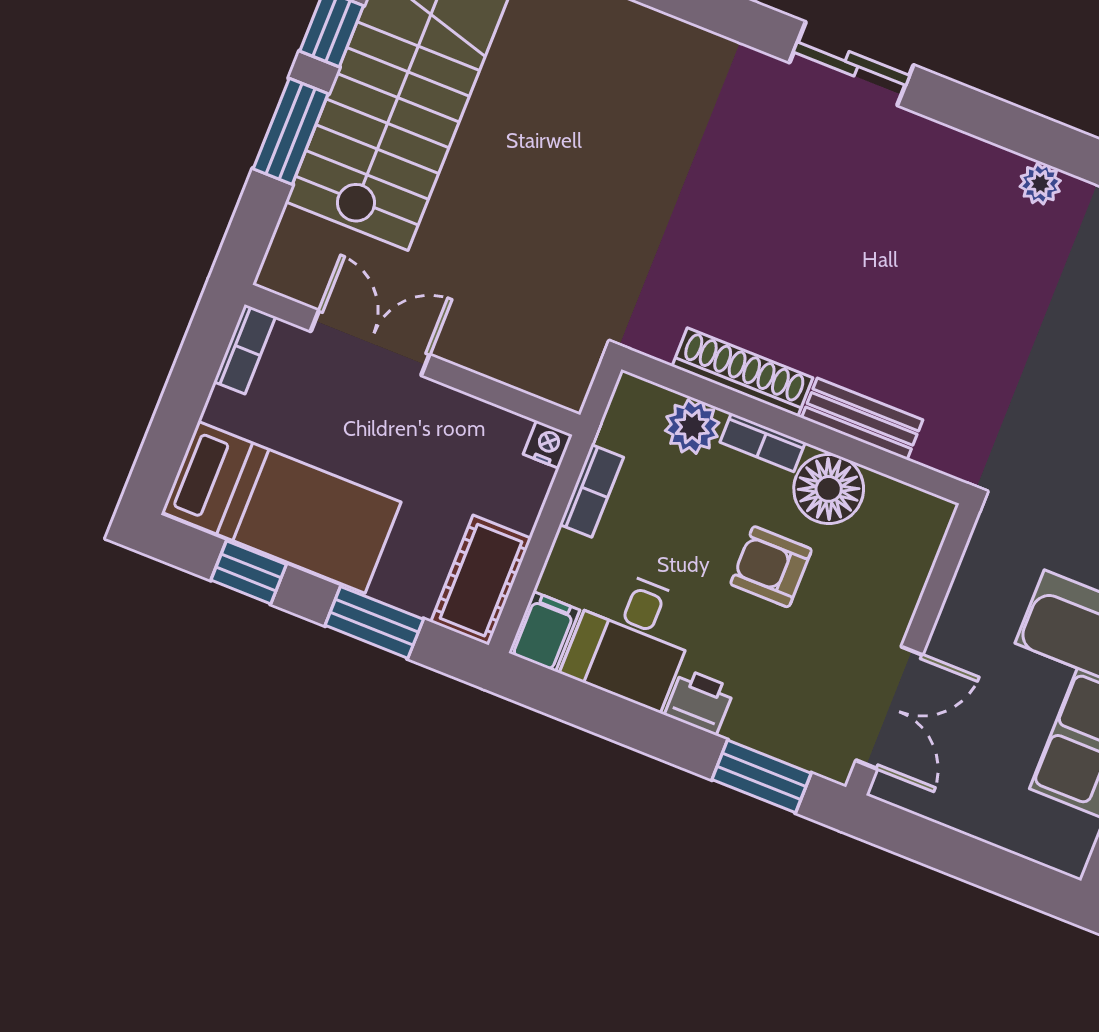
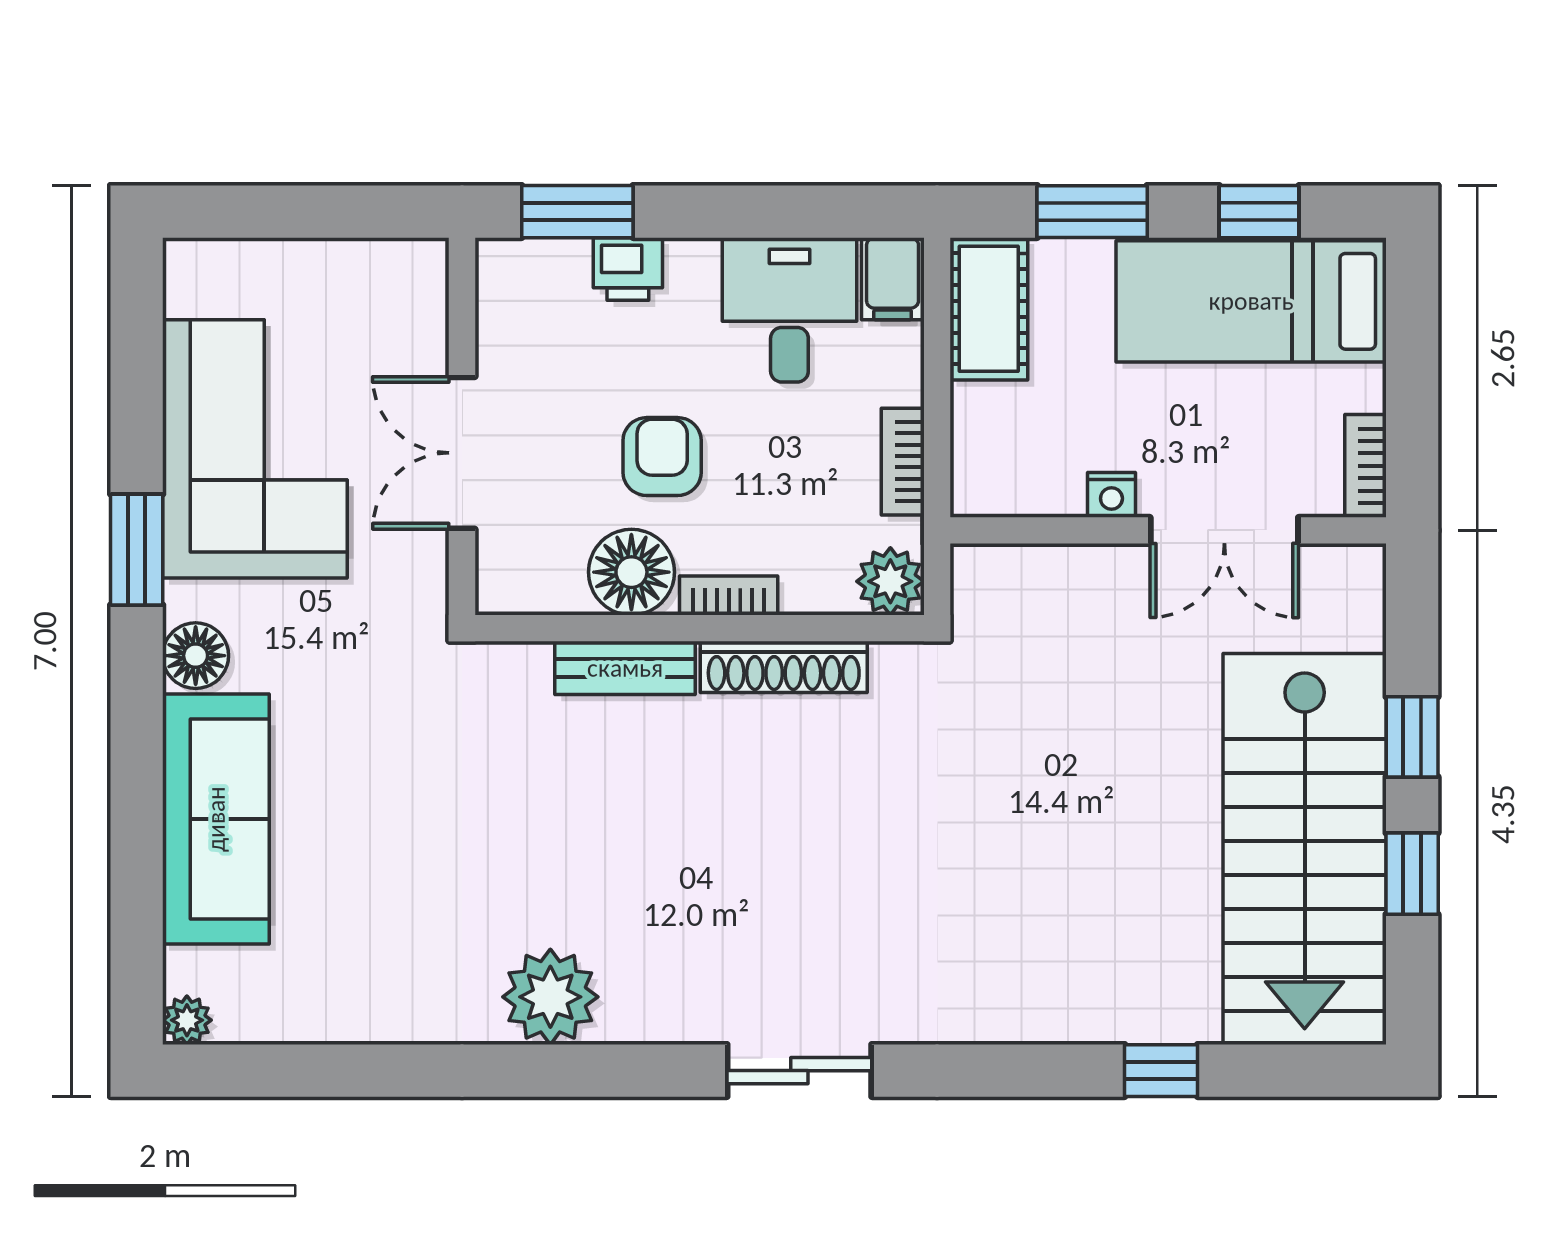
window: (291, 131) -> (1412, 737), width x0.67
plant: (1040, 184) -> (550, 997), width x1.87, depth x1.87
plant: (692, 427) -> (890, 581), moved
nightstand: (548, 445) -> (1111, 495), moved
armchair: (771, 567) -> (662, 457), turned -90
printer: (699, 702) -> (628, 269), moved
double door: (889, 708) -> (462, 453), moved

